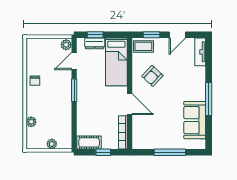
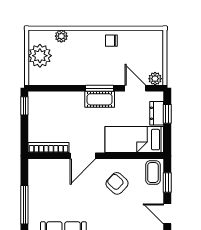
cot: (89, 142) -> (100, 99), moved, turned 90
plant: (52, 144) -> (40, 56), width x1.87, depth x1.87
window: (103, 152) -> (24, 106), moved

